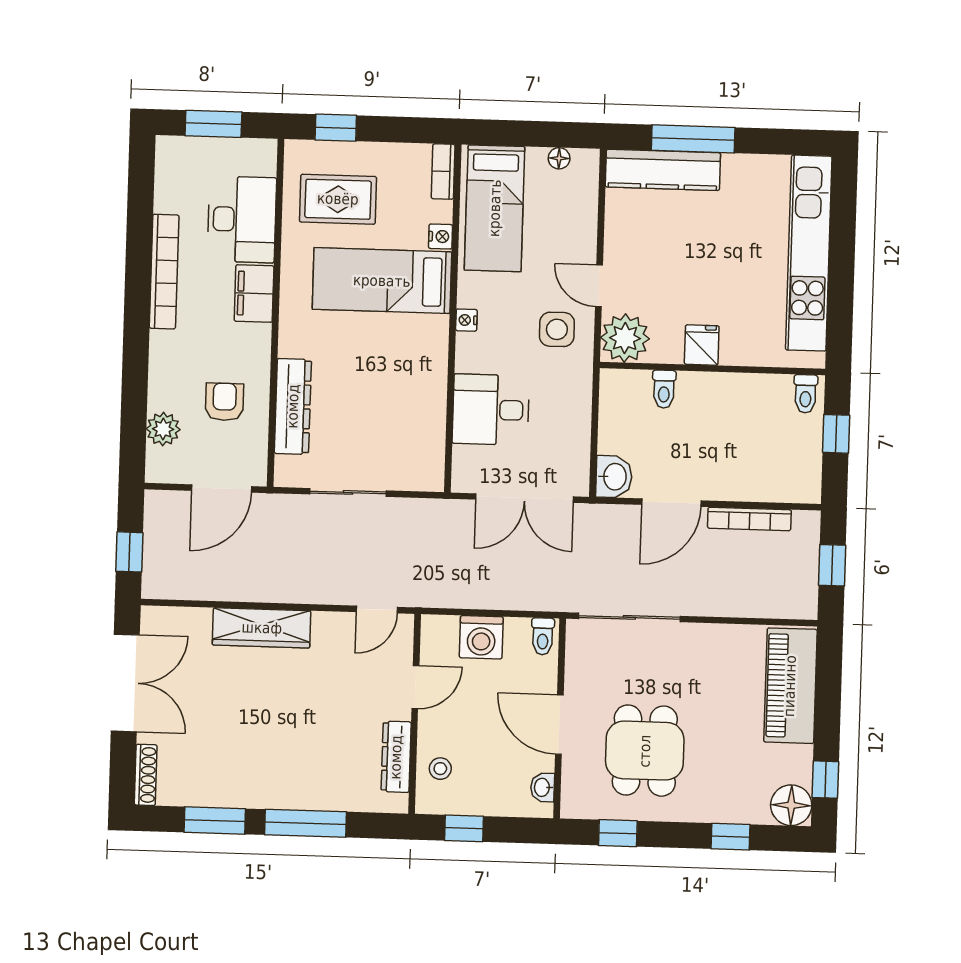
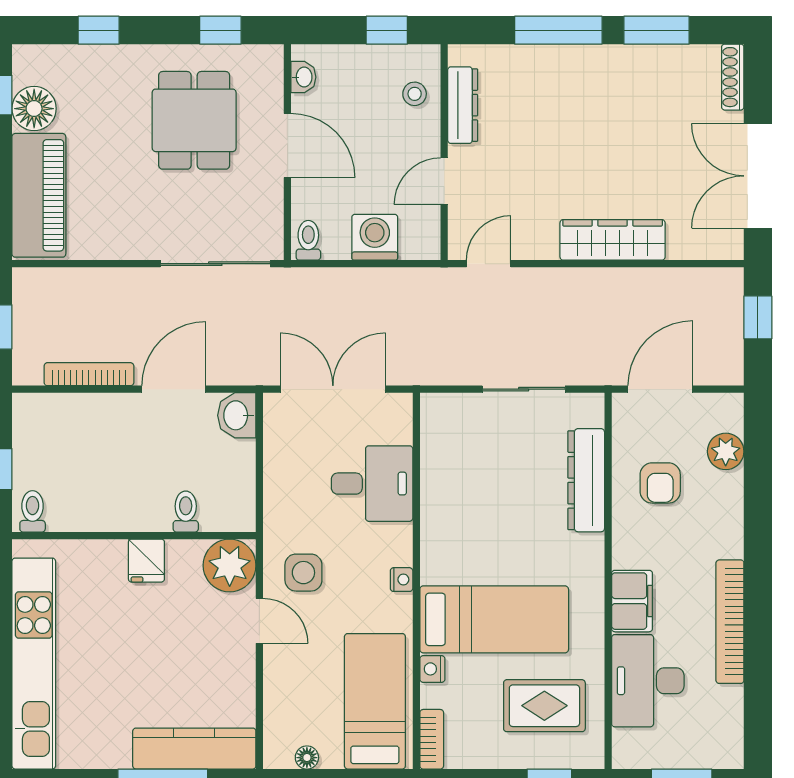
floor lamp: (791, 805) -> (34, 109), moved

